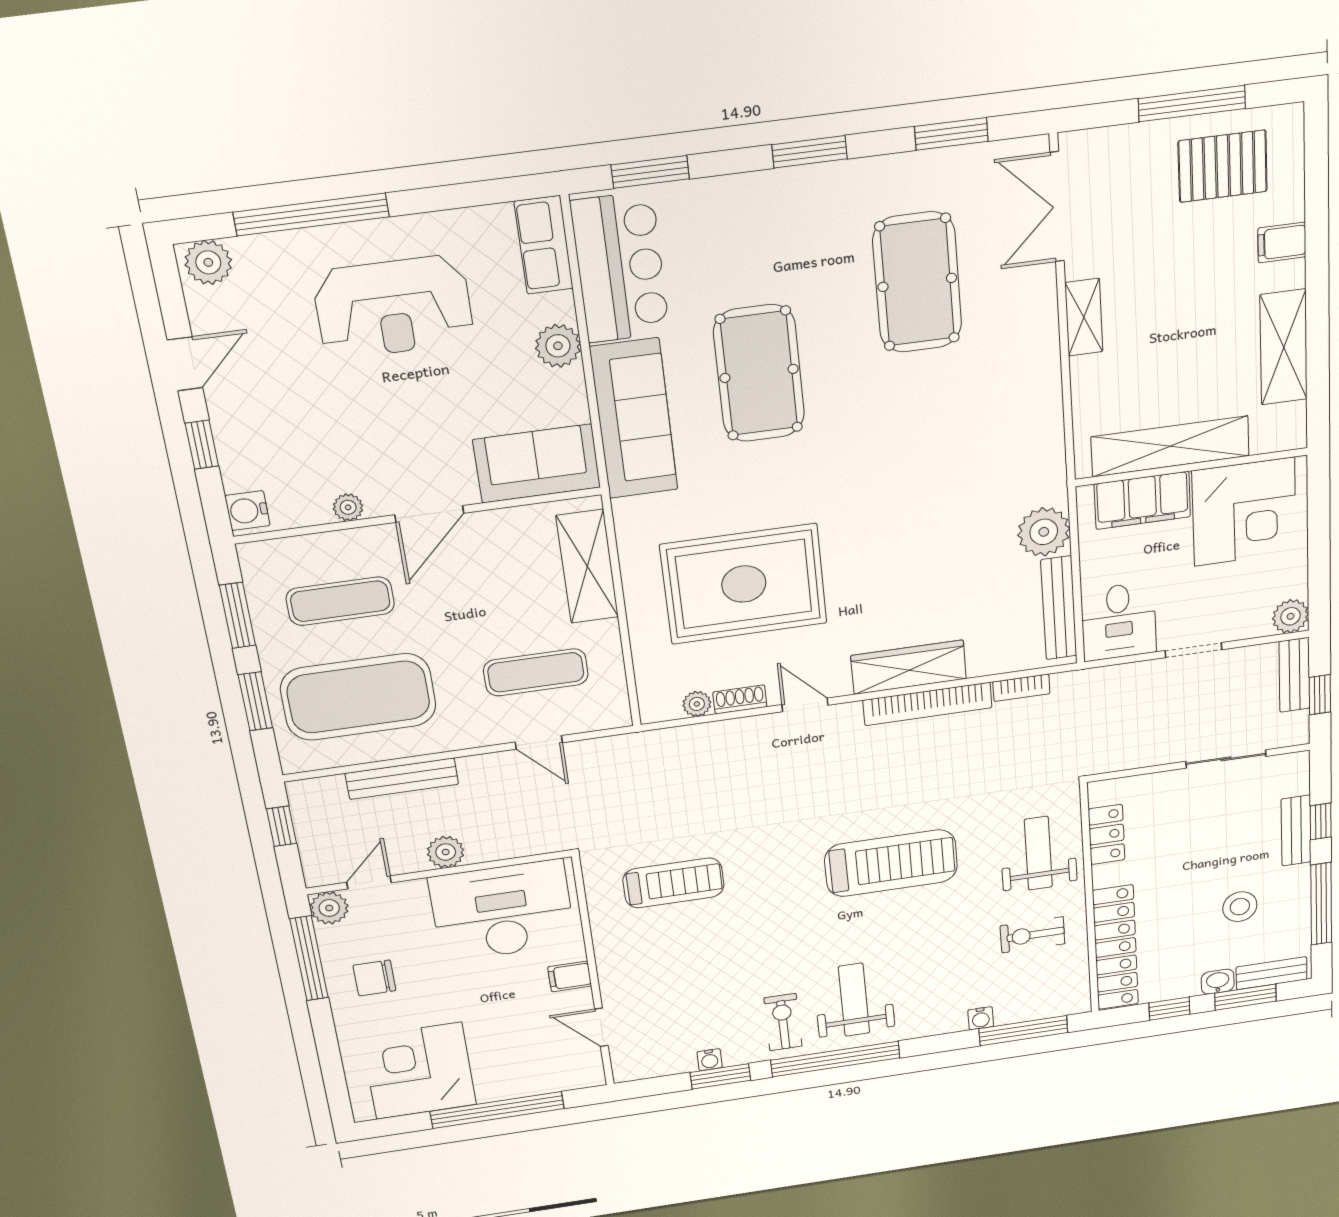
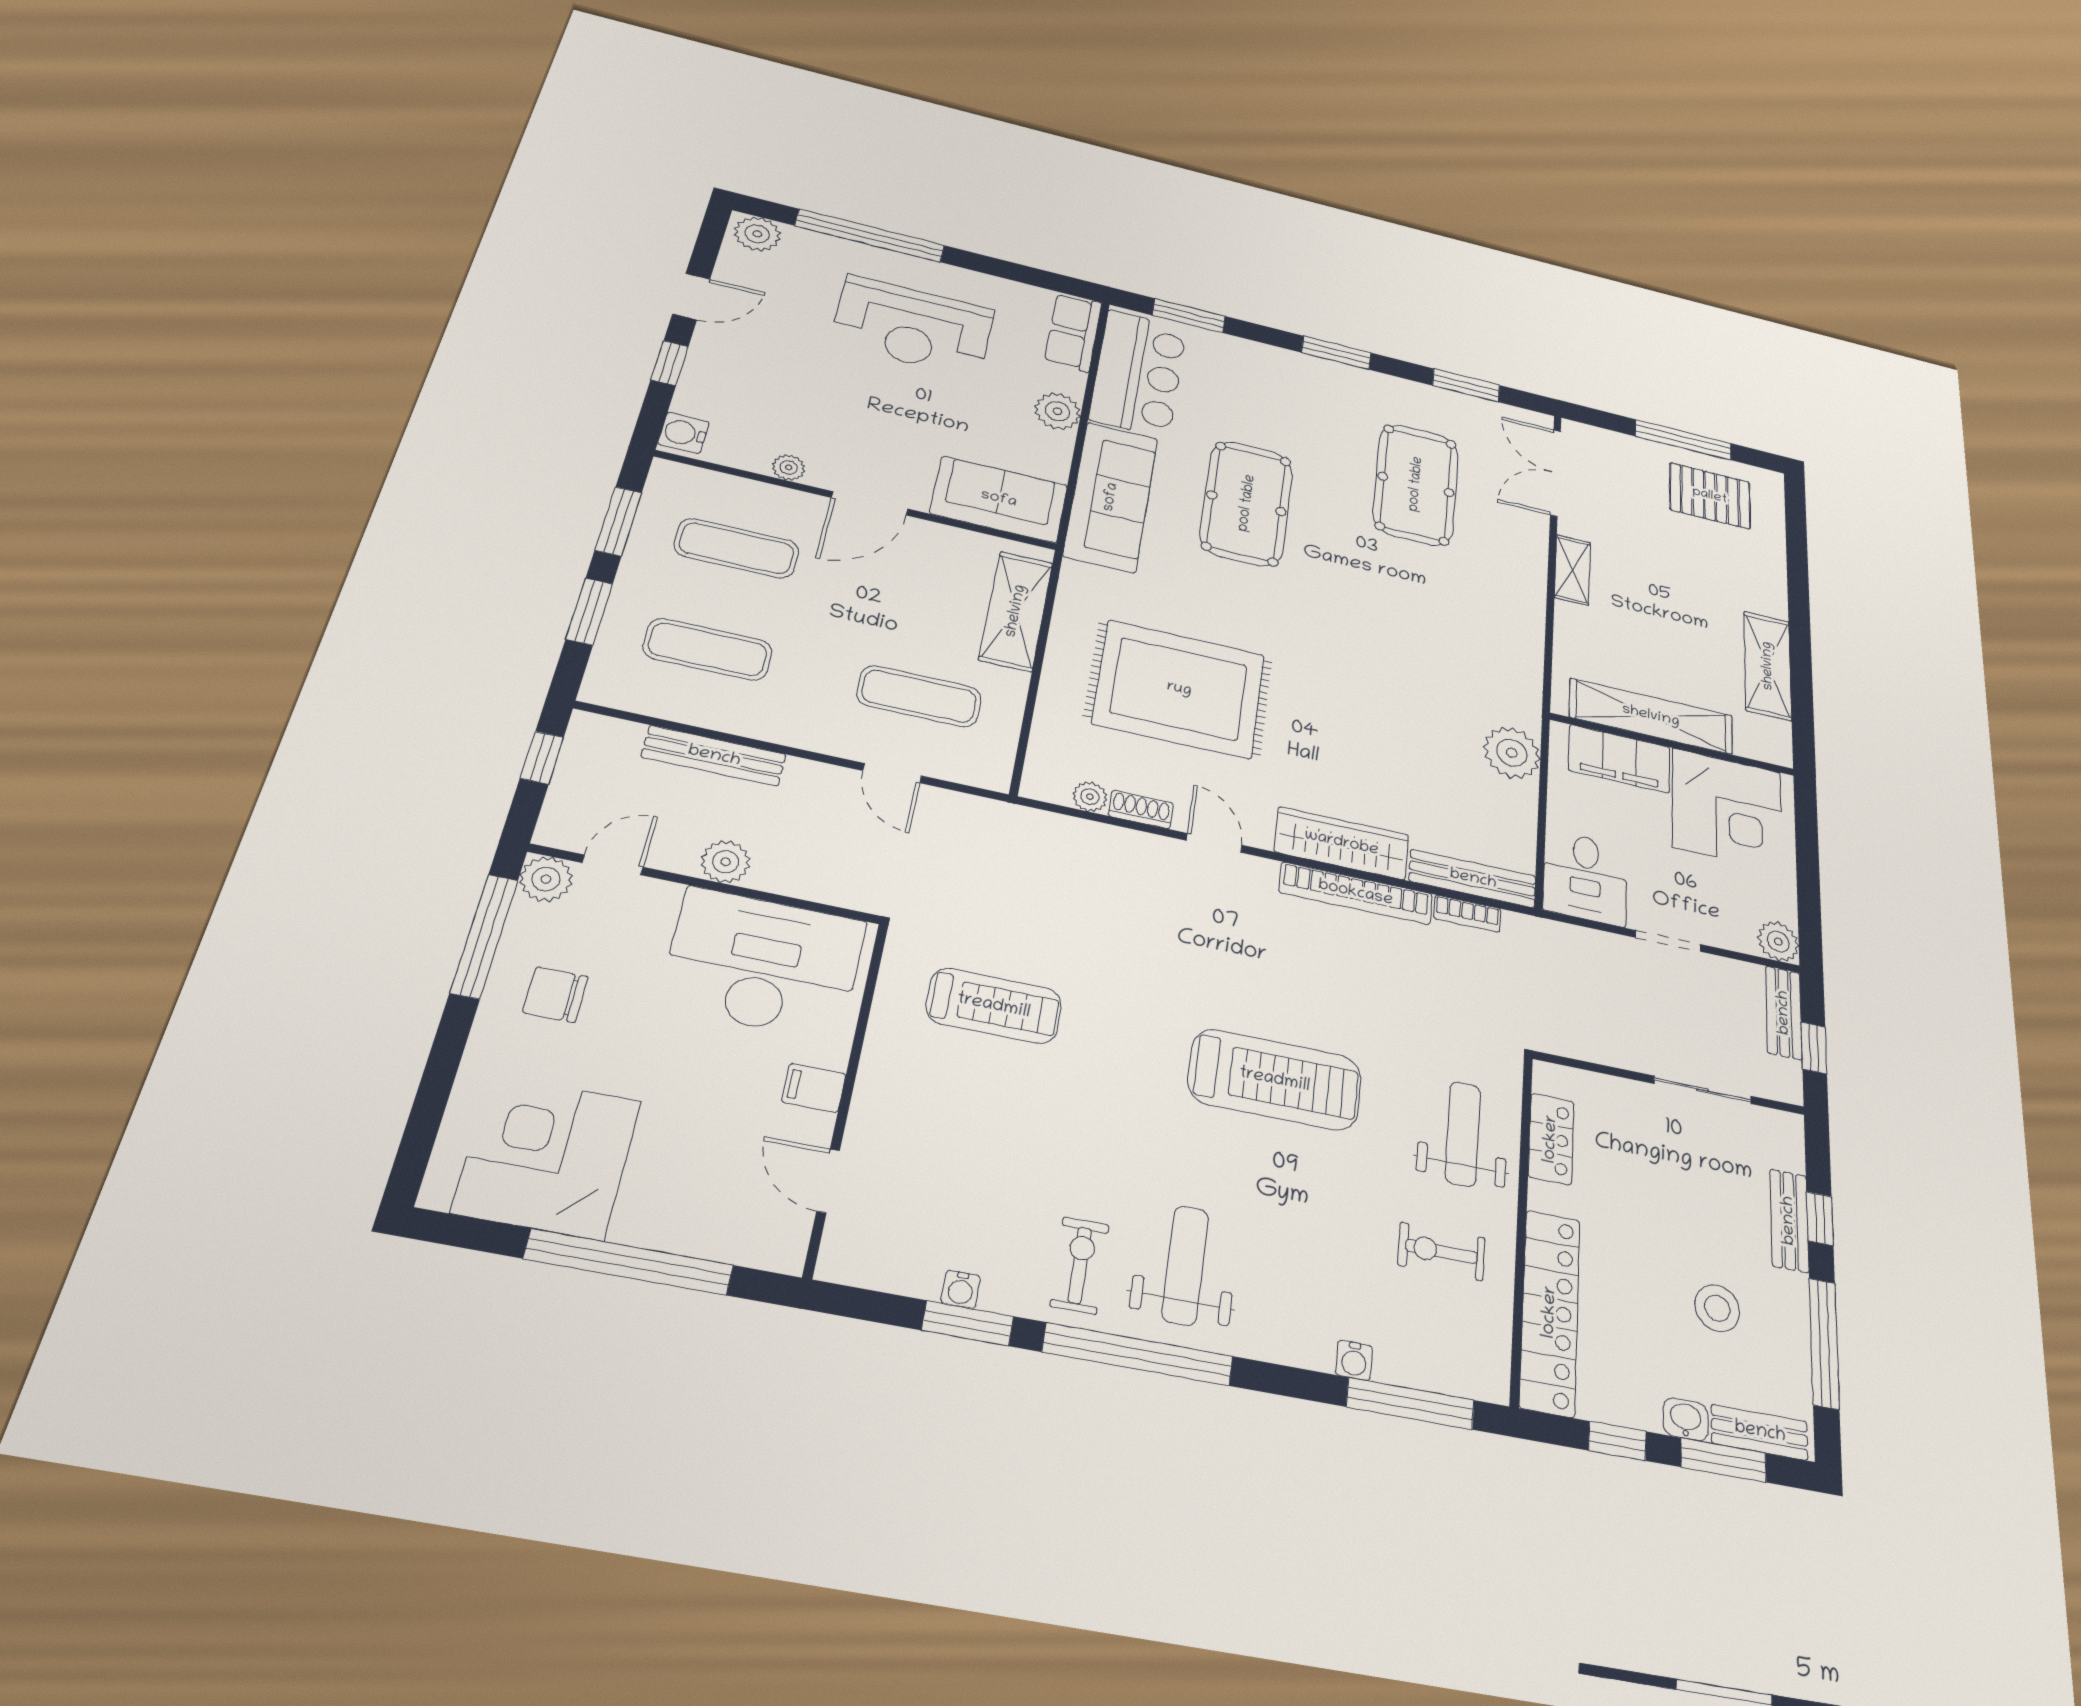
filing cabinet: (1282, 242) -> (1765, 575), removed
bench: (1059, 608) -> (1473, 879), moved, turned 90
exercise mat: (358, 697) -> (708, 649), width x0.50, depth x0.69

